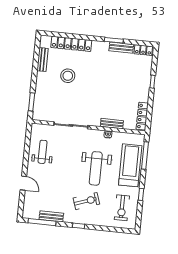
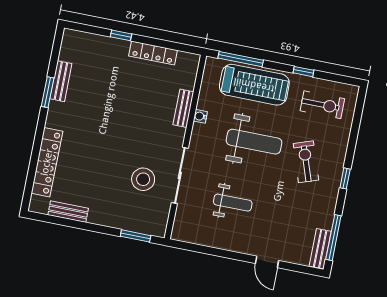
locker: (143, 50) -> (68, 46), removed
stool: (68, 76) -> (143, 179), moved
locker: (142, 116) -> (153, 53), moved
weight bench: (43, 152) -> (233, 203), moved, turned 180
treadmill: (130, 165) -> (254, 85), turned 180
door: (23, 183) -> (267, 262), swing flipped
bench: (51, 216) -> (320, 249), moved

